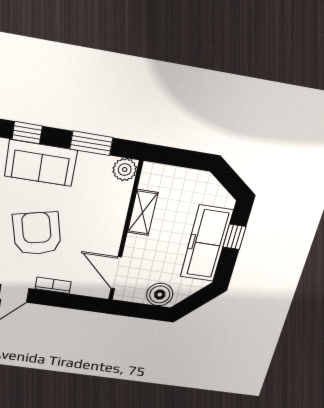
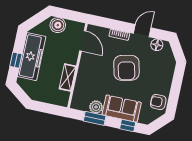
plant: (125, 170) -> (96, 107), moved

